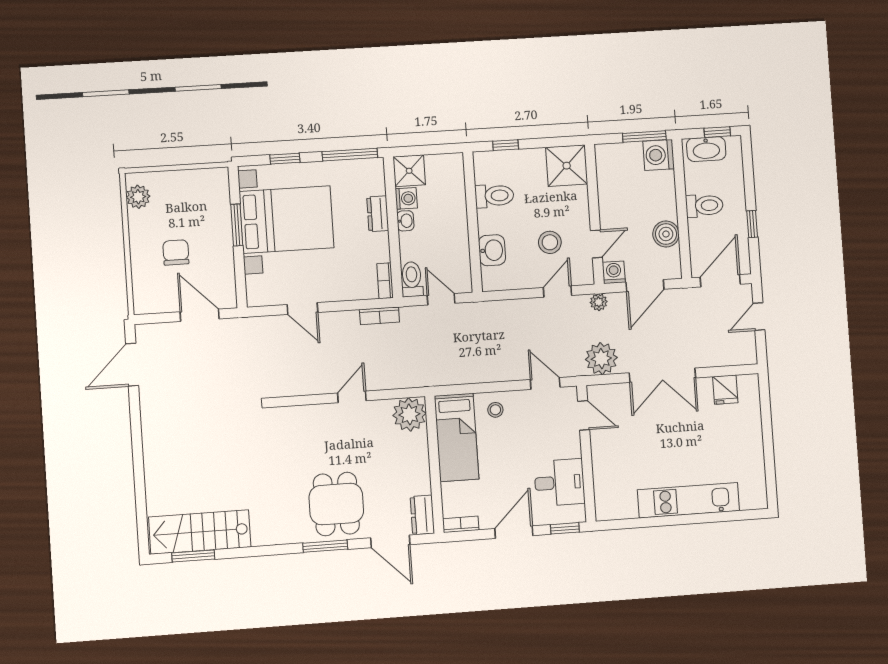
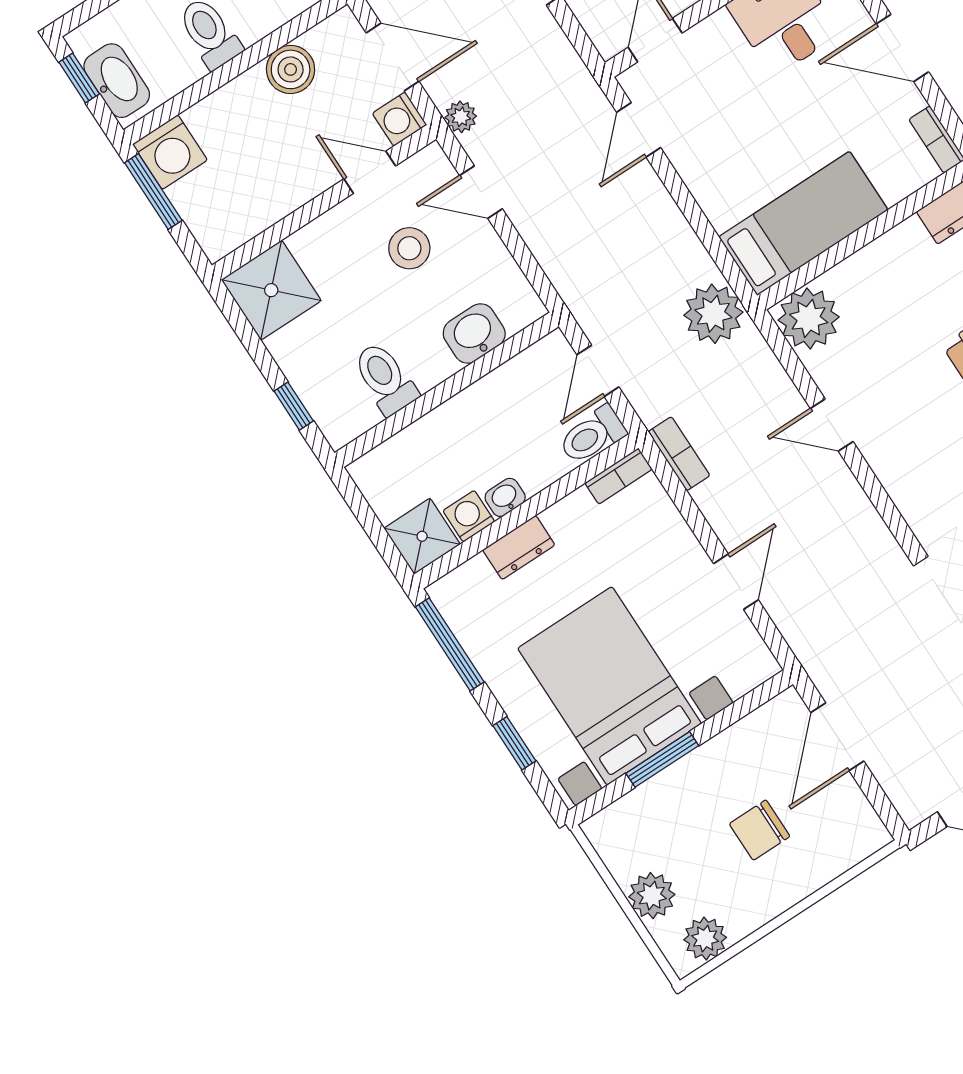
plant: (174, 183) -> (652, 896), added
plant: (601, 359) -> (713, 314), moved
stool: (495, 410) -> (725, 186), removed

